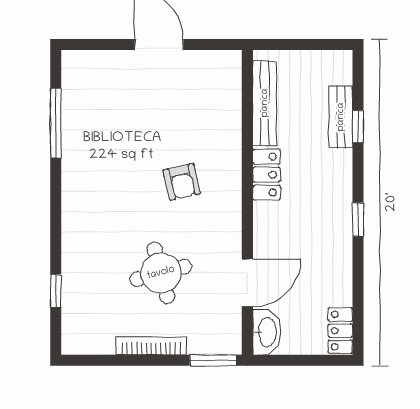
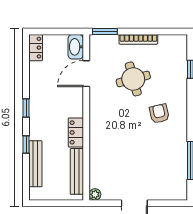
plant: (231, 61) -> (95, 194), added
bench: (341, 117) -> (35, 164), width x1.36
window: (358, 127) -> (26, 145), moved
armchair: (182, 182) -> (159, 114), moved

